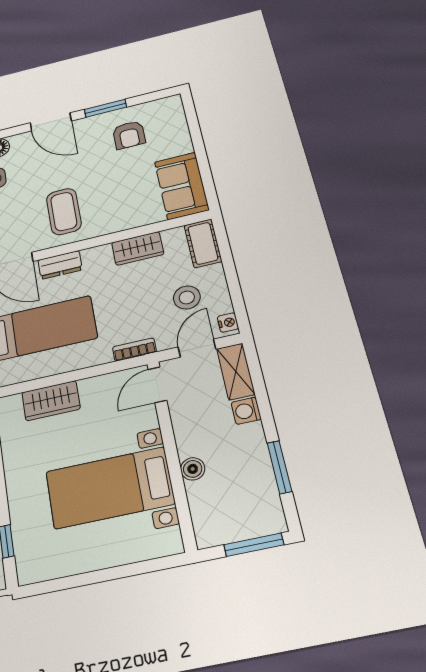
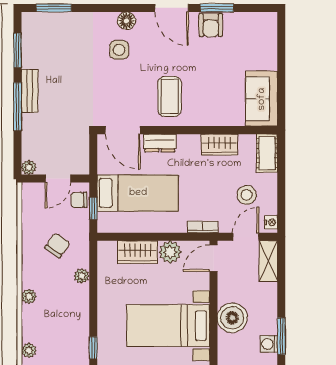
armchair: (129, 135) -> (211, 25), moved
plant: (96, 390) -> (170, 252), added
washing machine: (246, 411) -> (269, 344), moved
boiler: (193, 469) -> (232, 318), width x1.86, depth x1.86

